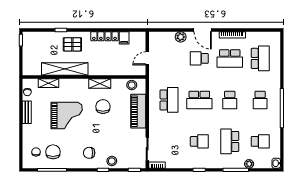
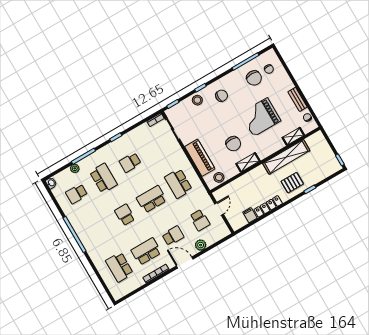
school desk: (260, 100) -> (200, 220), moved, turned 180

